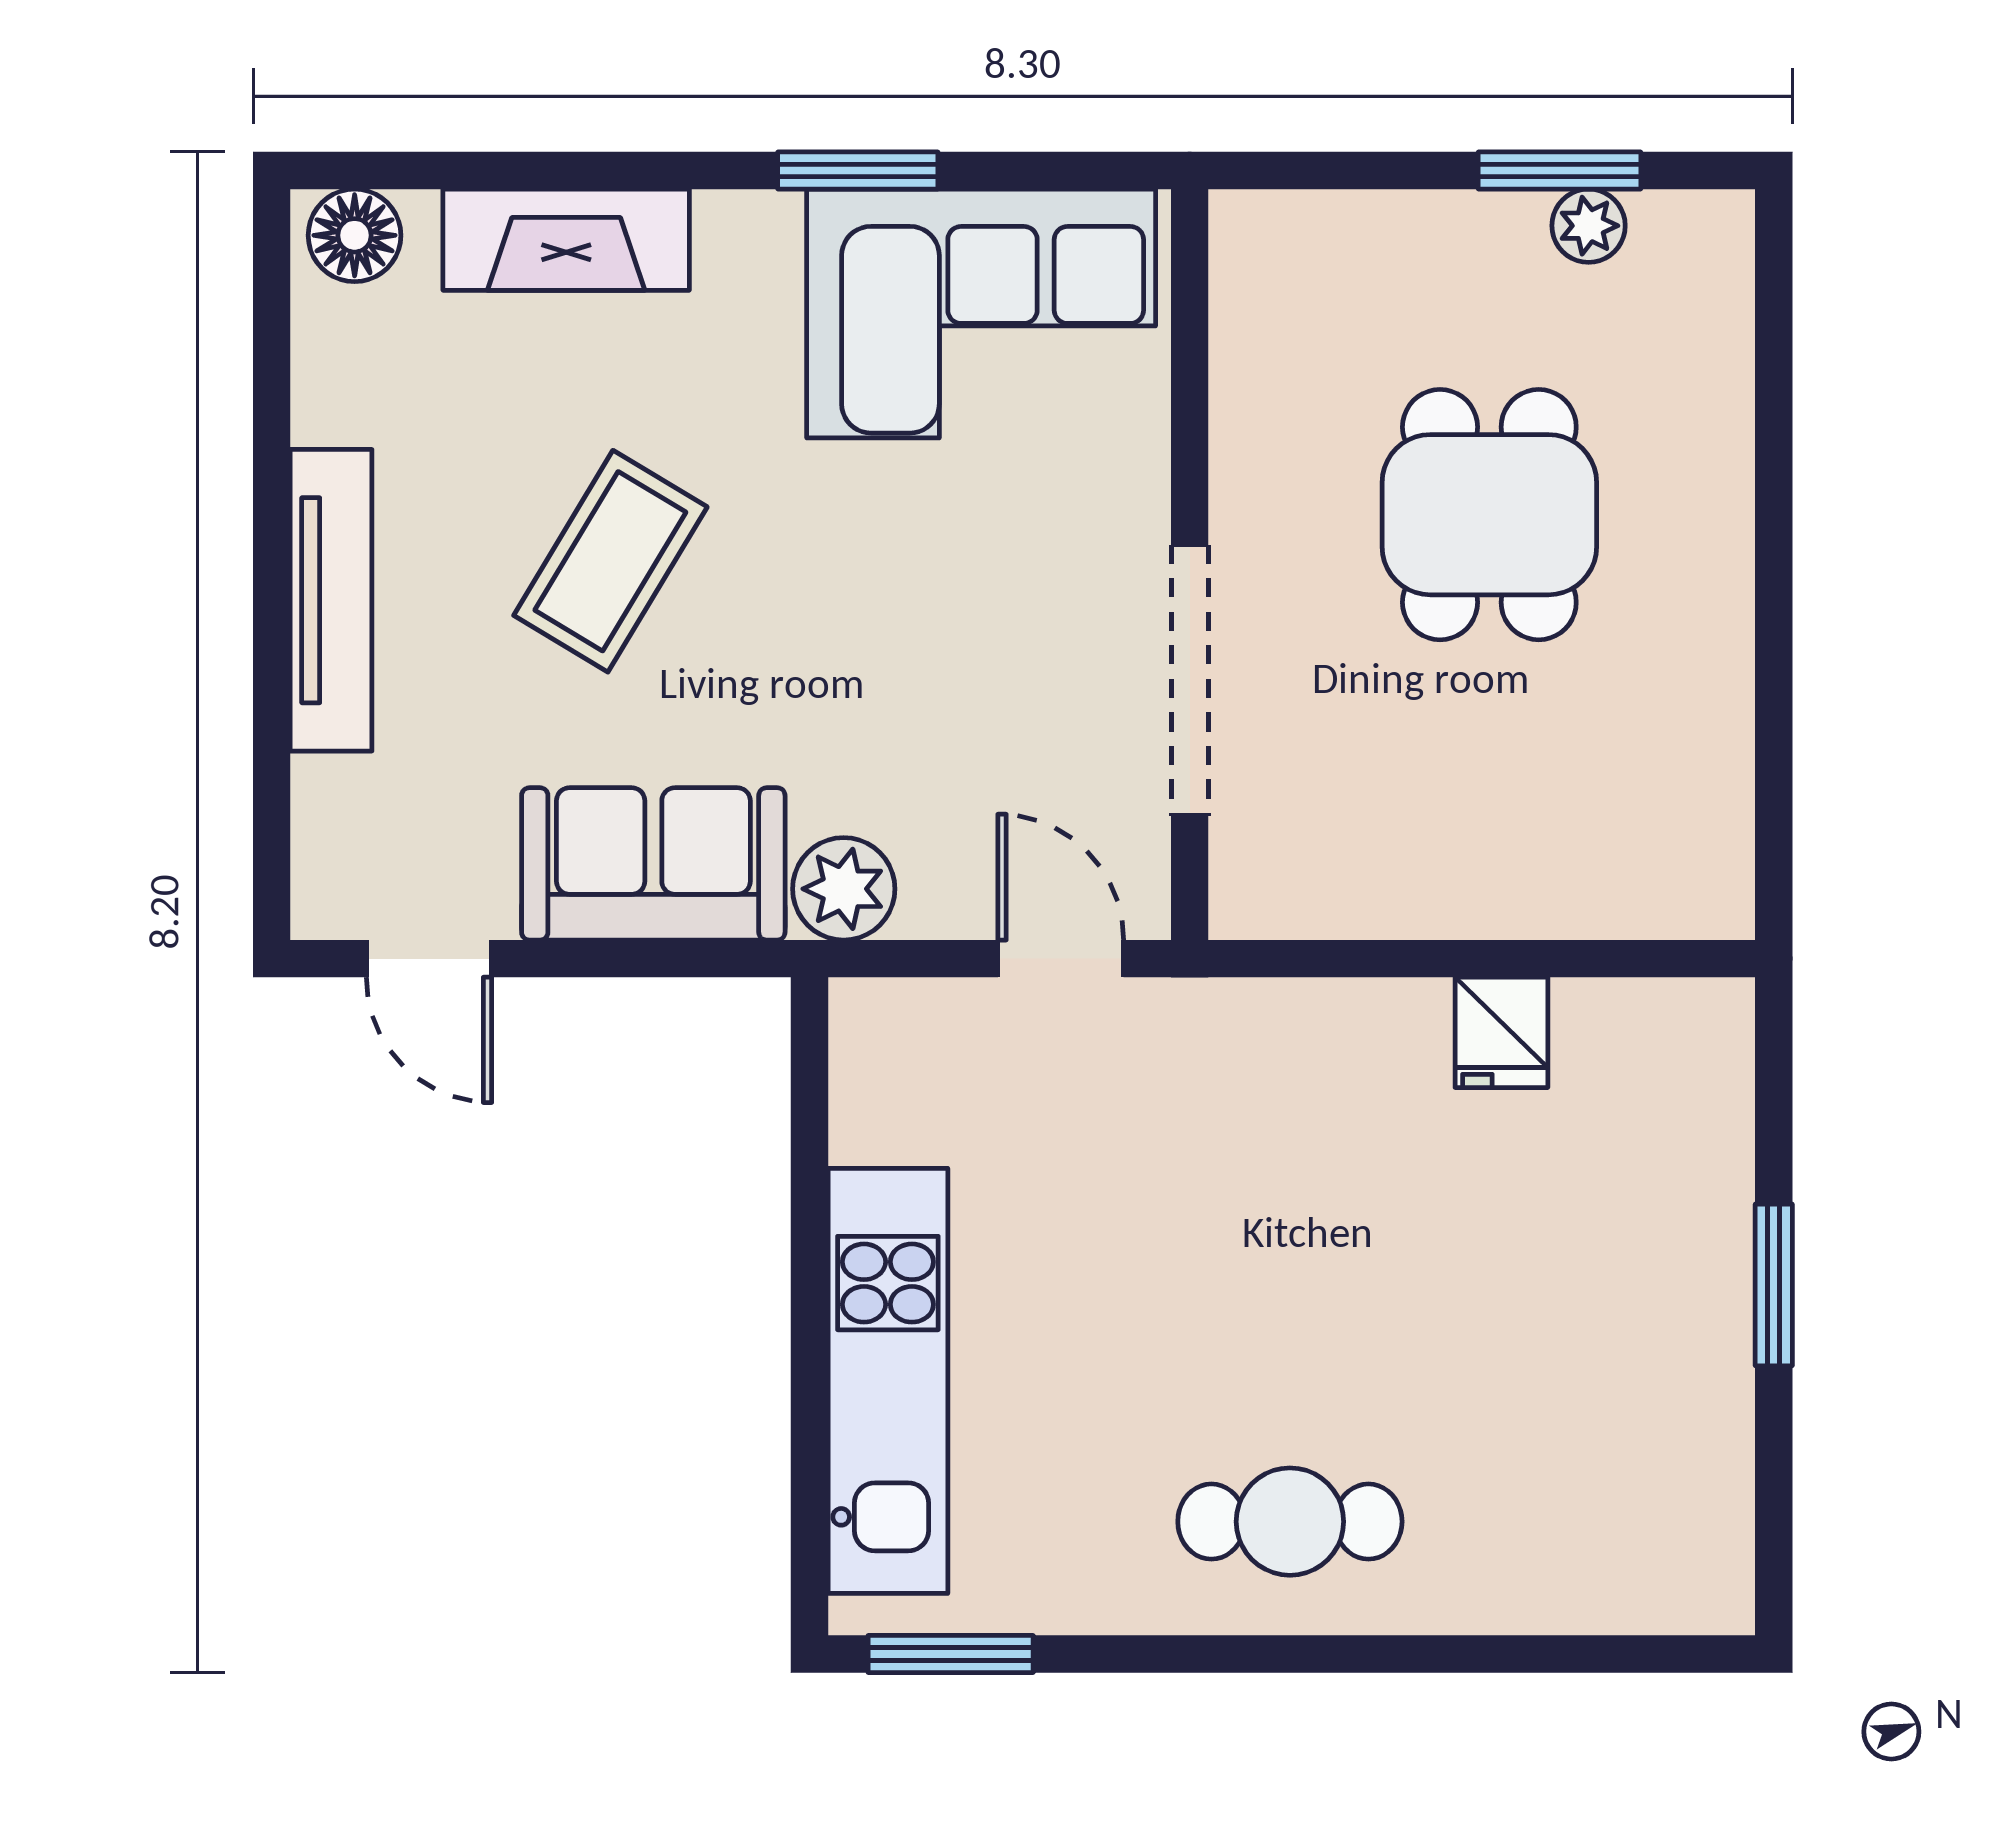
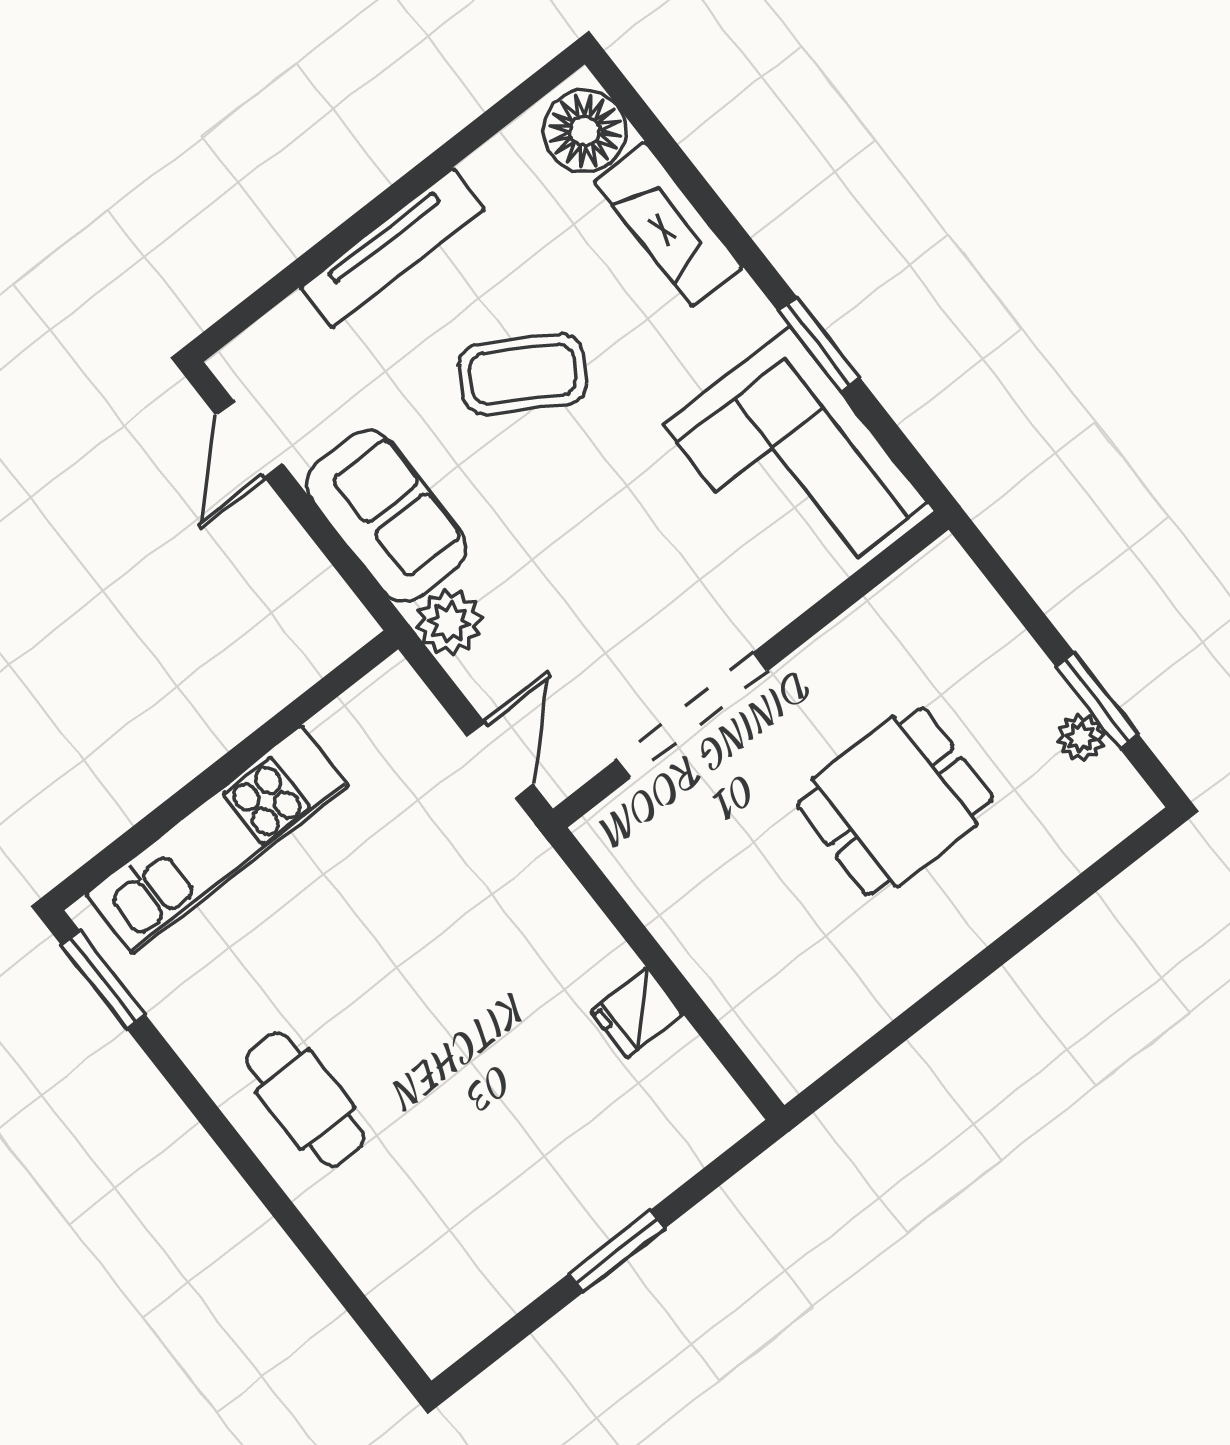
floor lamp: (355, 235) -> (585, 131), width x1.38, depth x1.38

